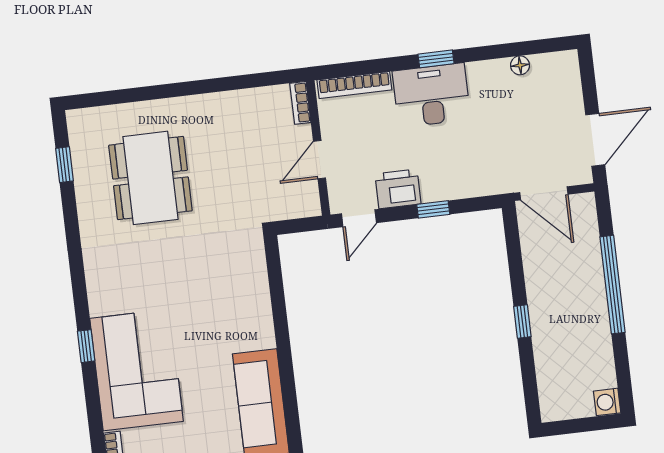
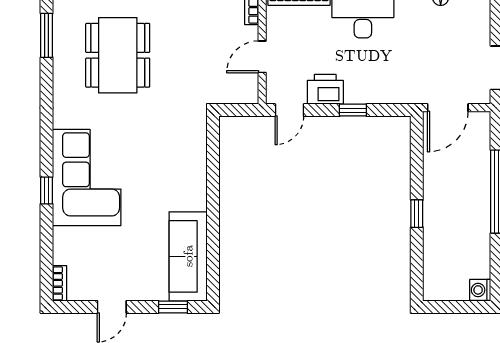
window: (64, 165) -> (47, 35), width x1.50
door: (544, 193) -> (448, 108), hinge flipped
corner sofa: (137, 370) -> (87, 178), moved

